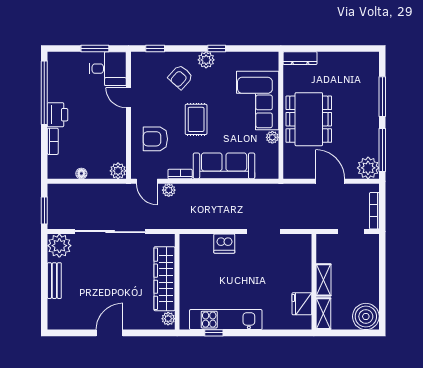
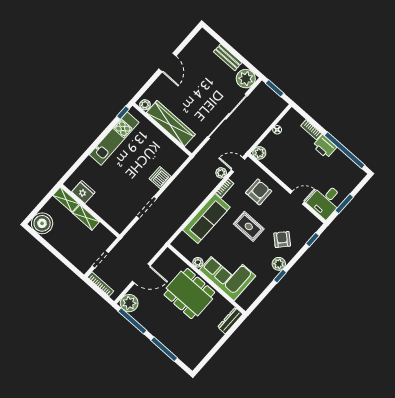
window: (214, 333) -> (123, 113), moved

